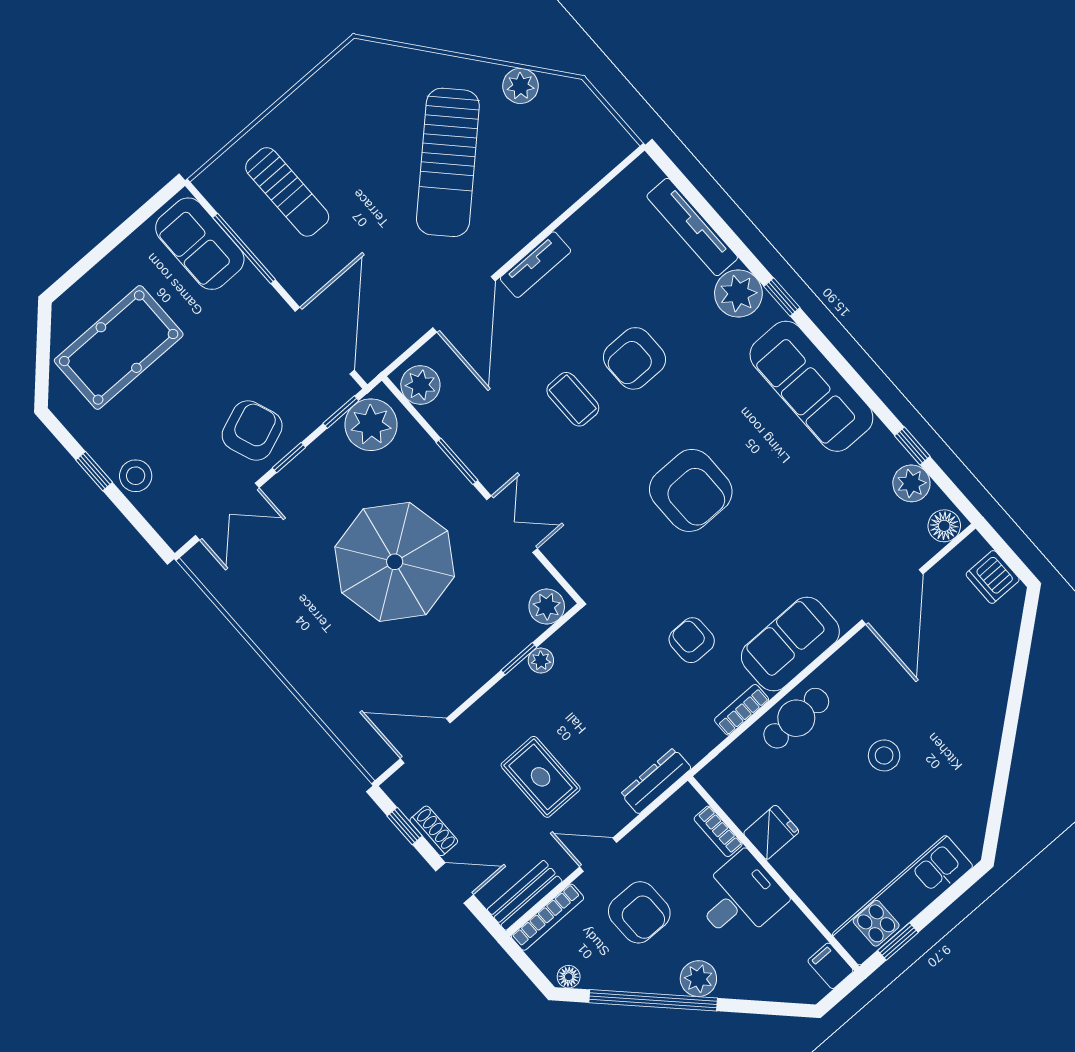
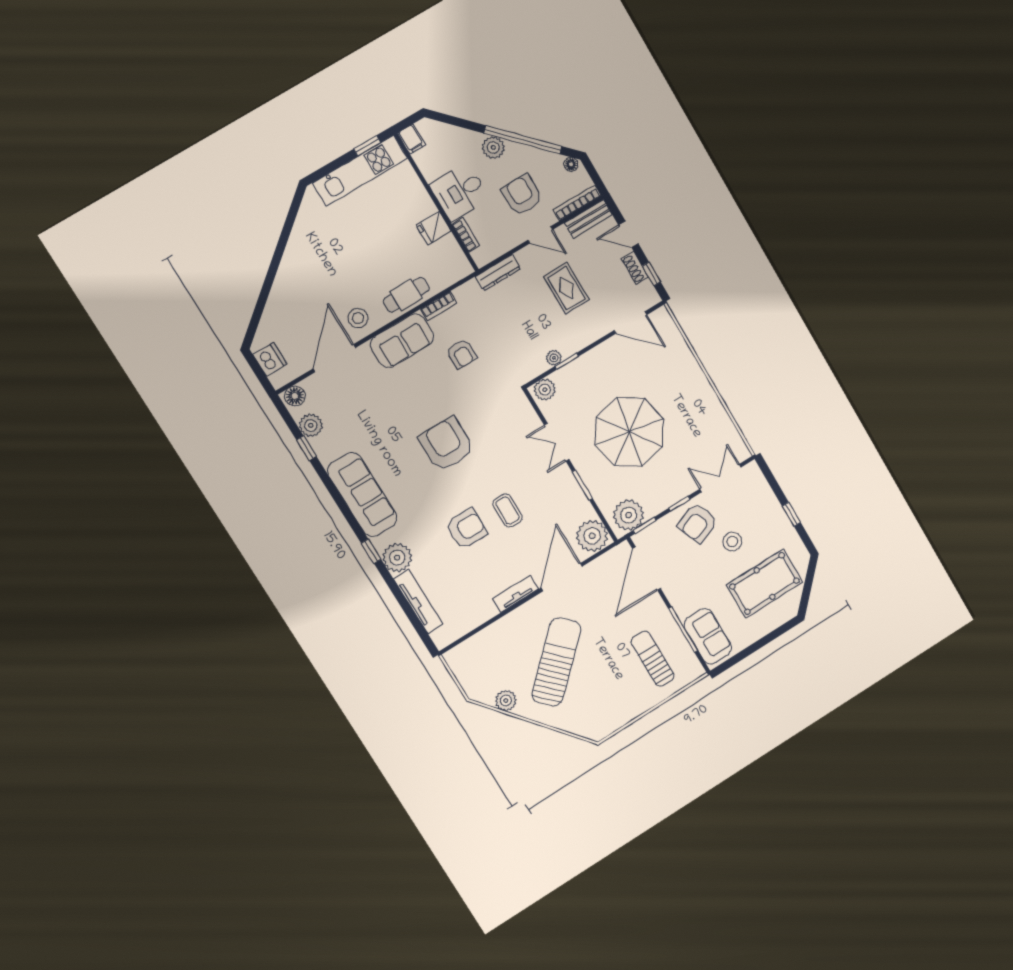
plant: (420, 385) -> (592, 536), width x1.36, depth x1.36
stool: (136, 476) -> (732, 542), moved
stool: (884, 755) -> (358, 318), moved

